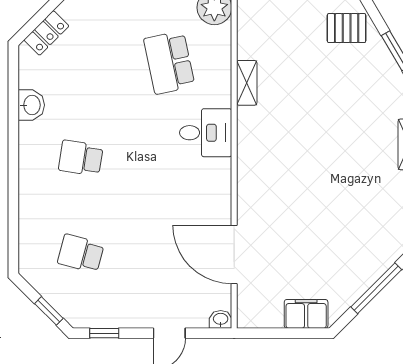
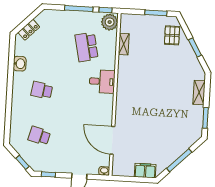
pallet: (347, 28) -> (172, 35), turned 90
shelving: (247, 83) -> (124, 44), moved

